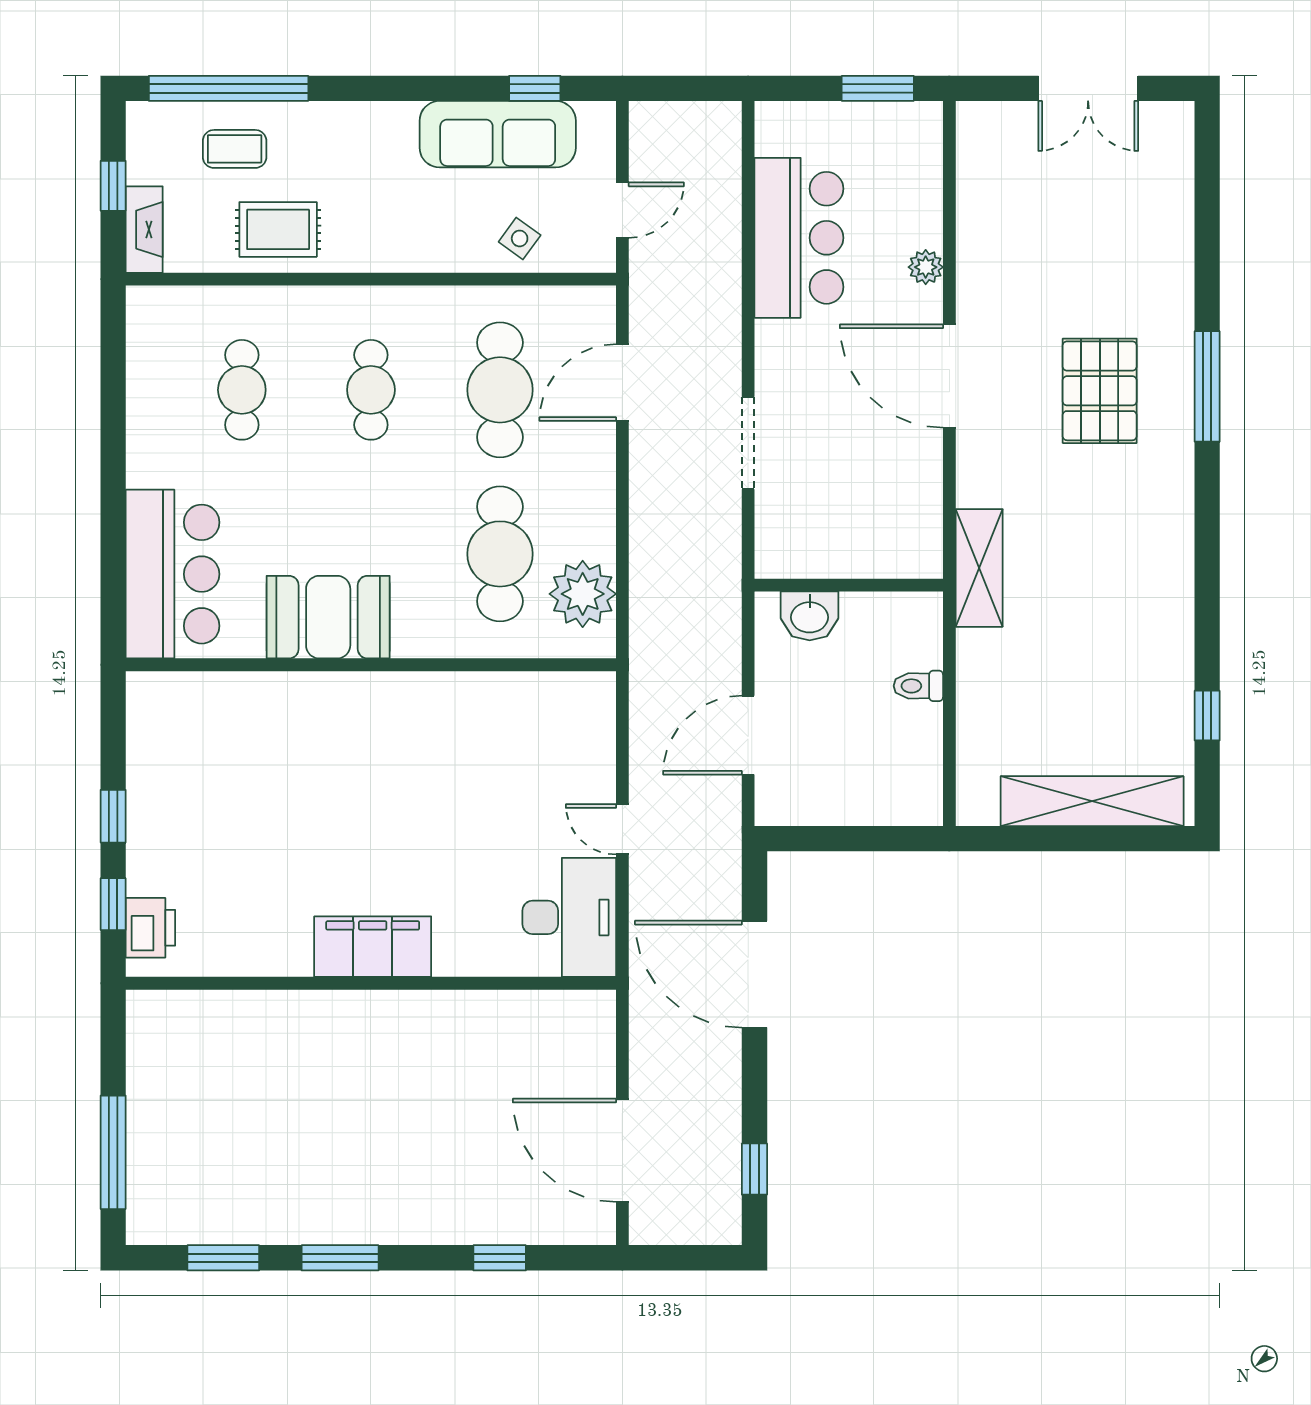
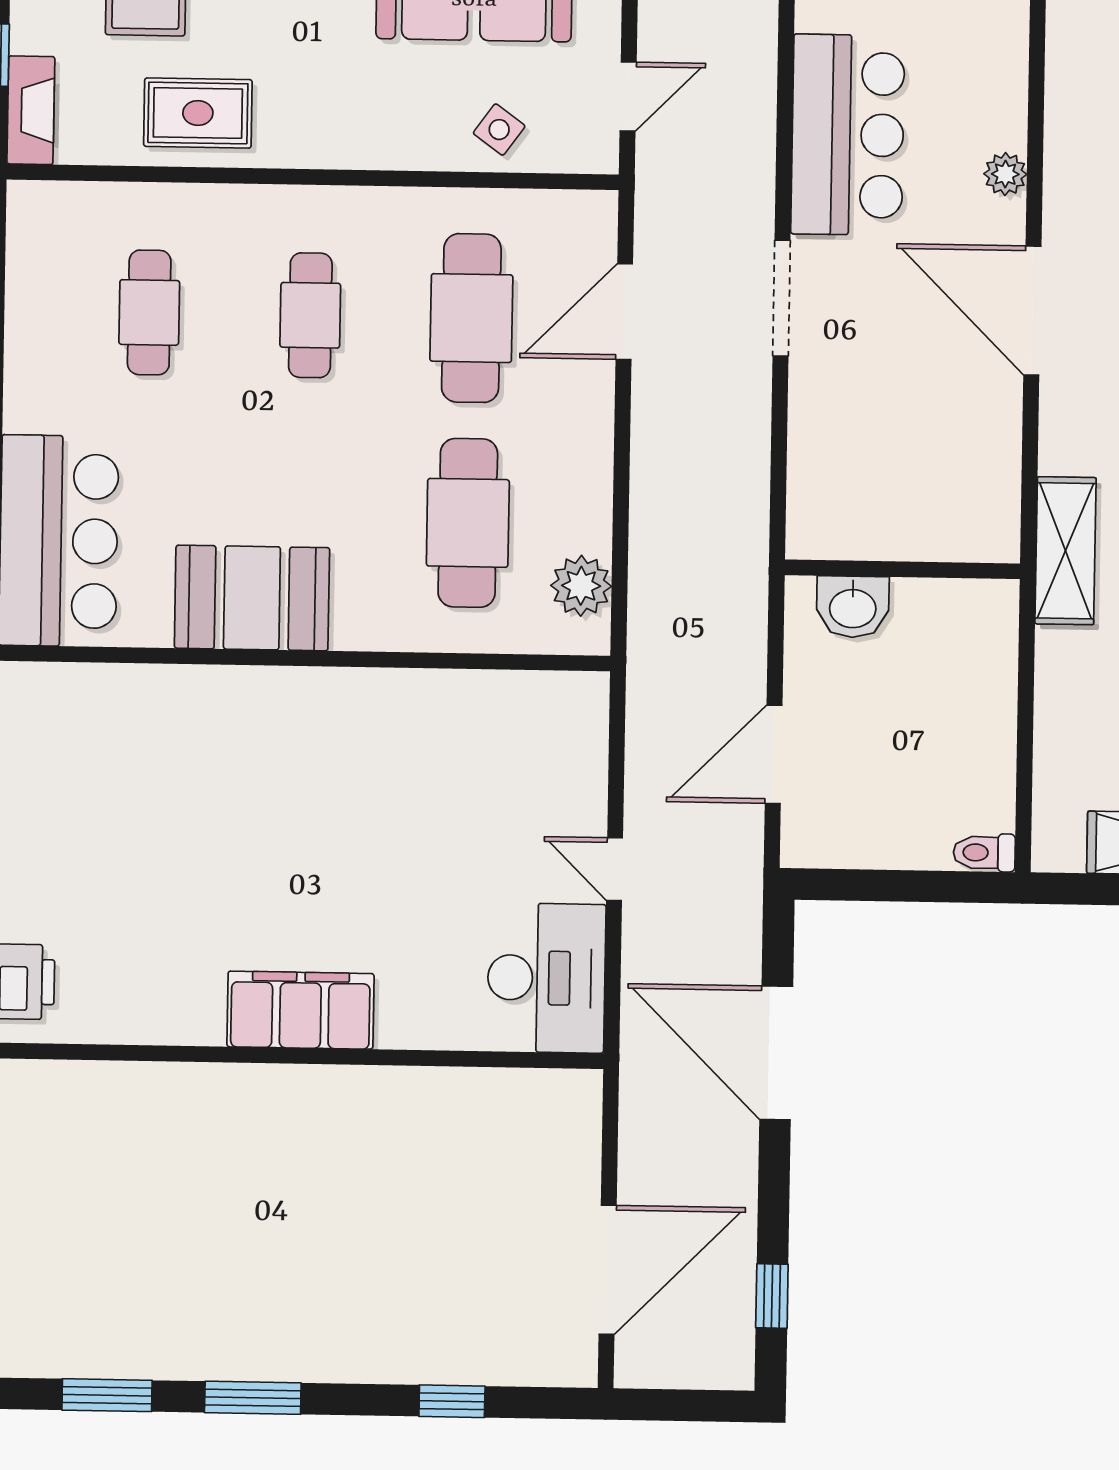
doorway: (748, 443) -> (782, 298), moved
plant: (583, 594) -> (581, 586), width x0.73, depth x0.73
toilet: (918, 686) -> (984, 853), moved
door: (622, 1150) -> (608, 1270), swing flipped

